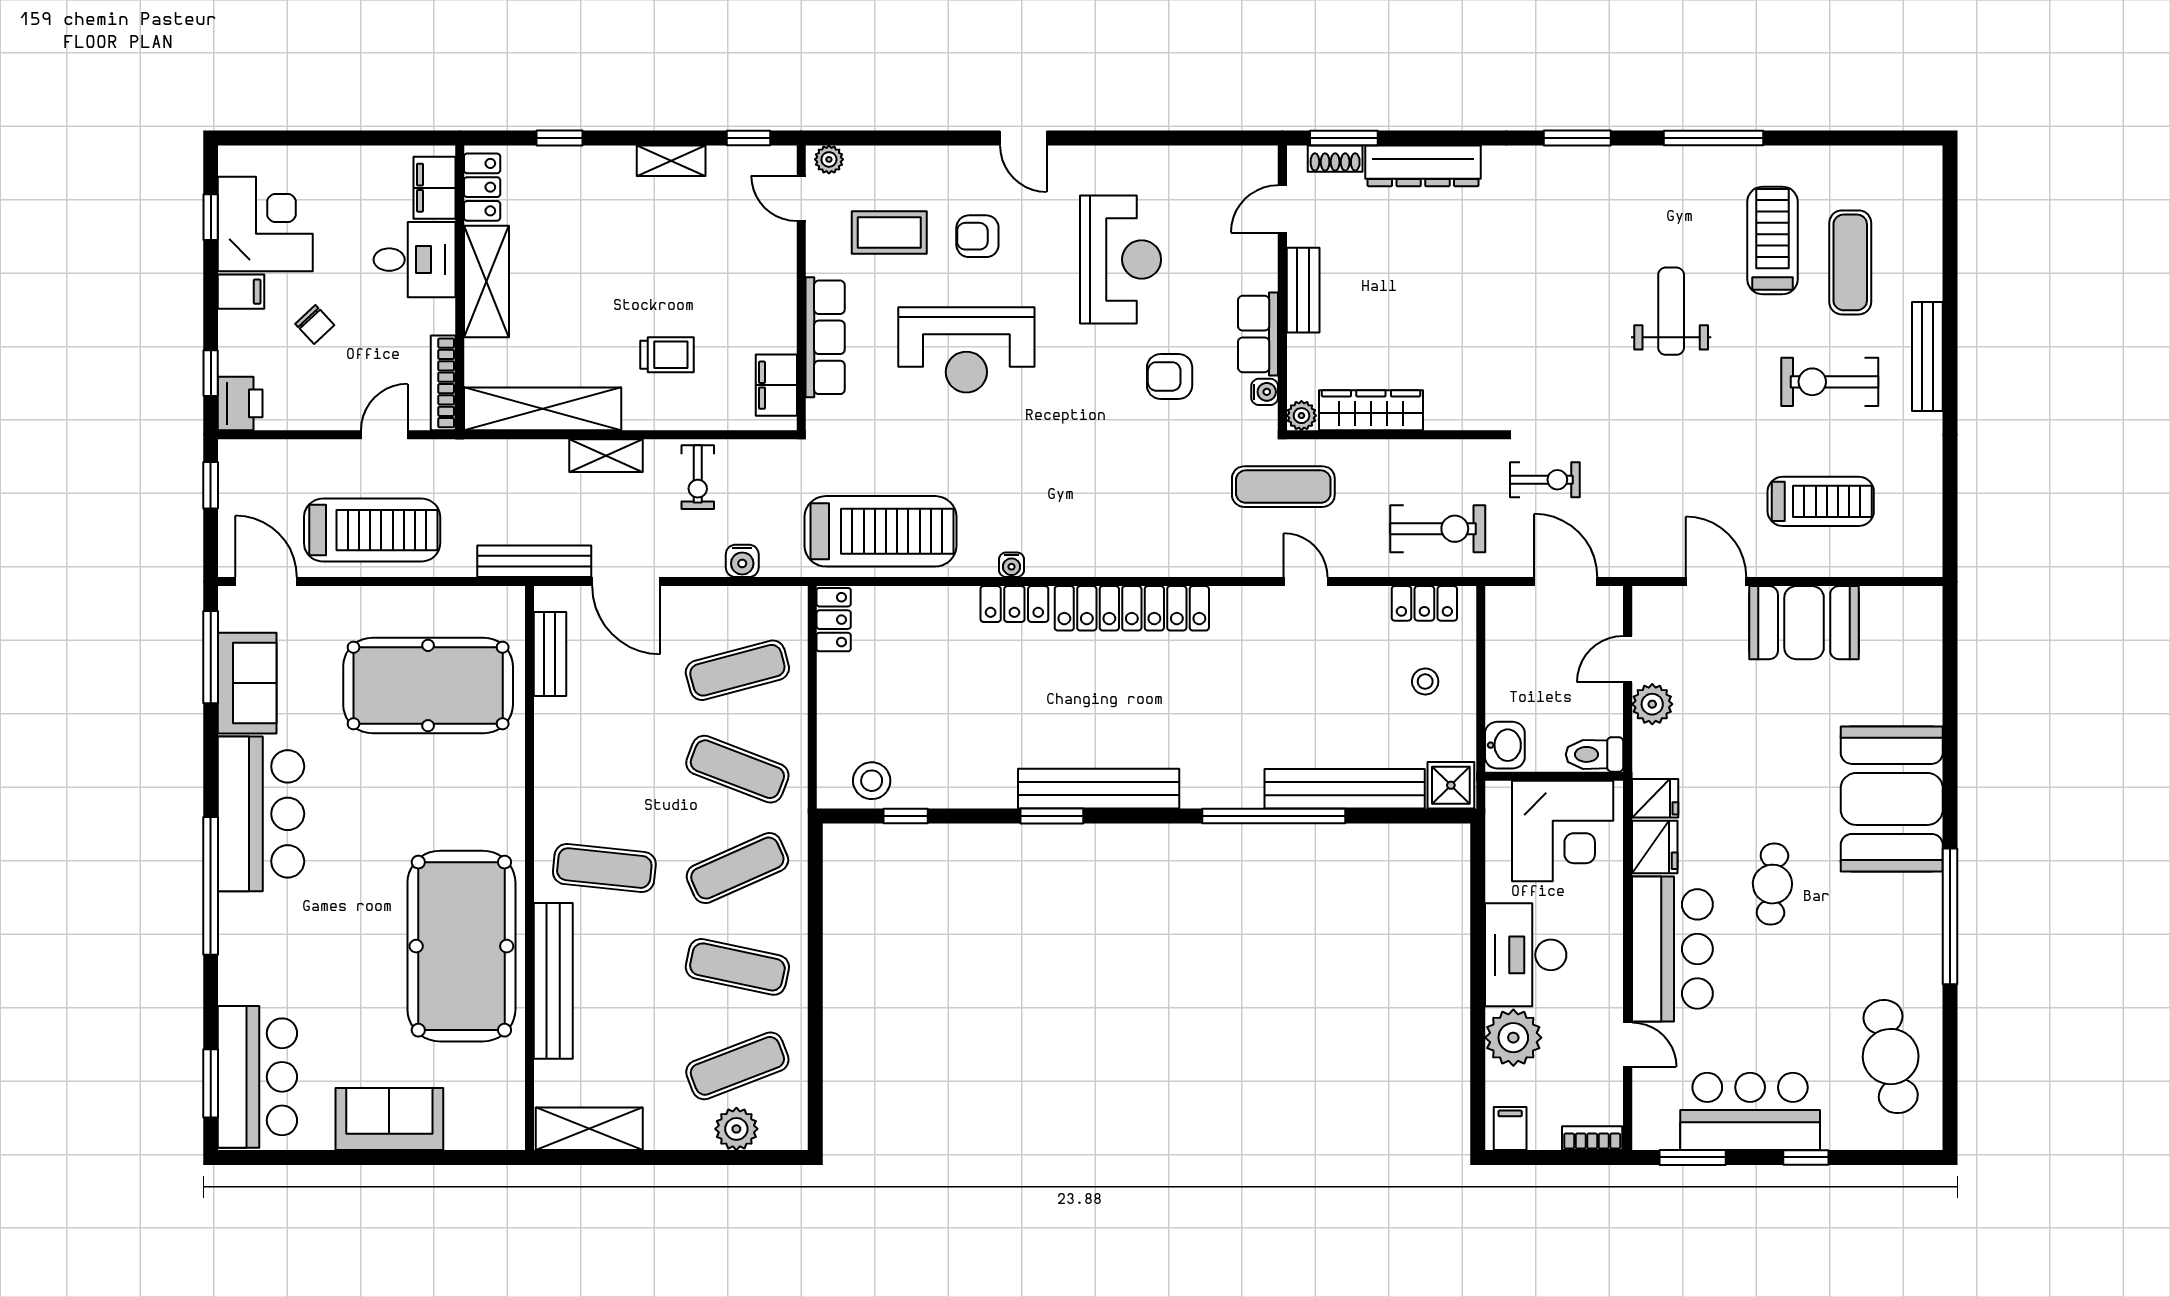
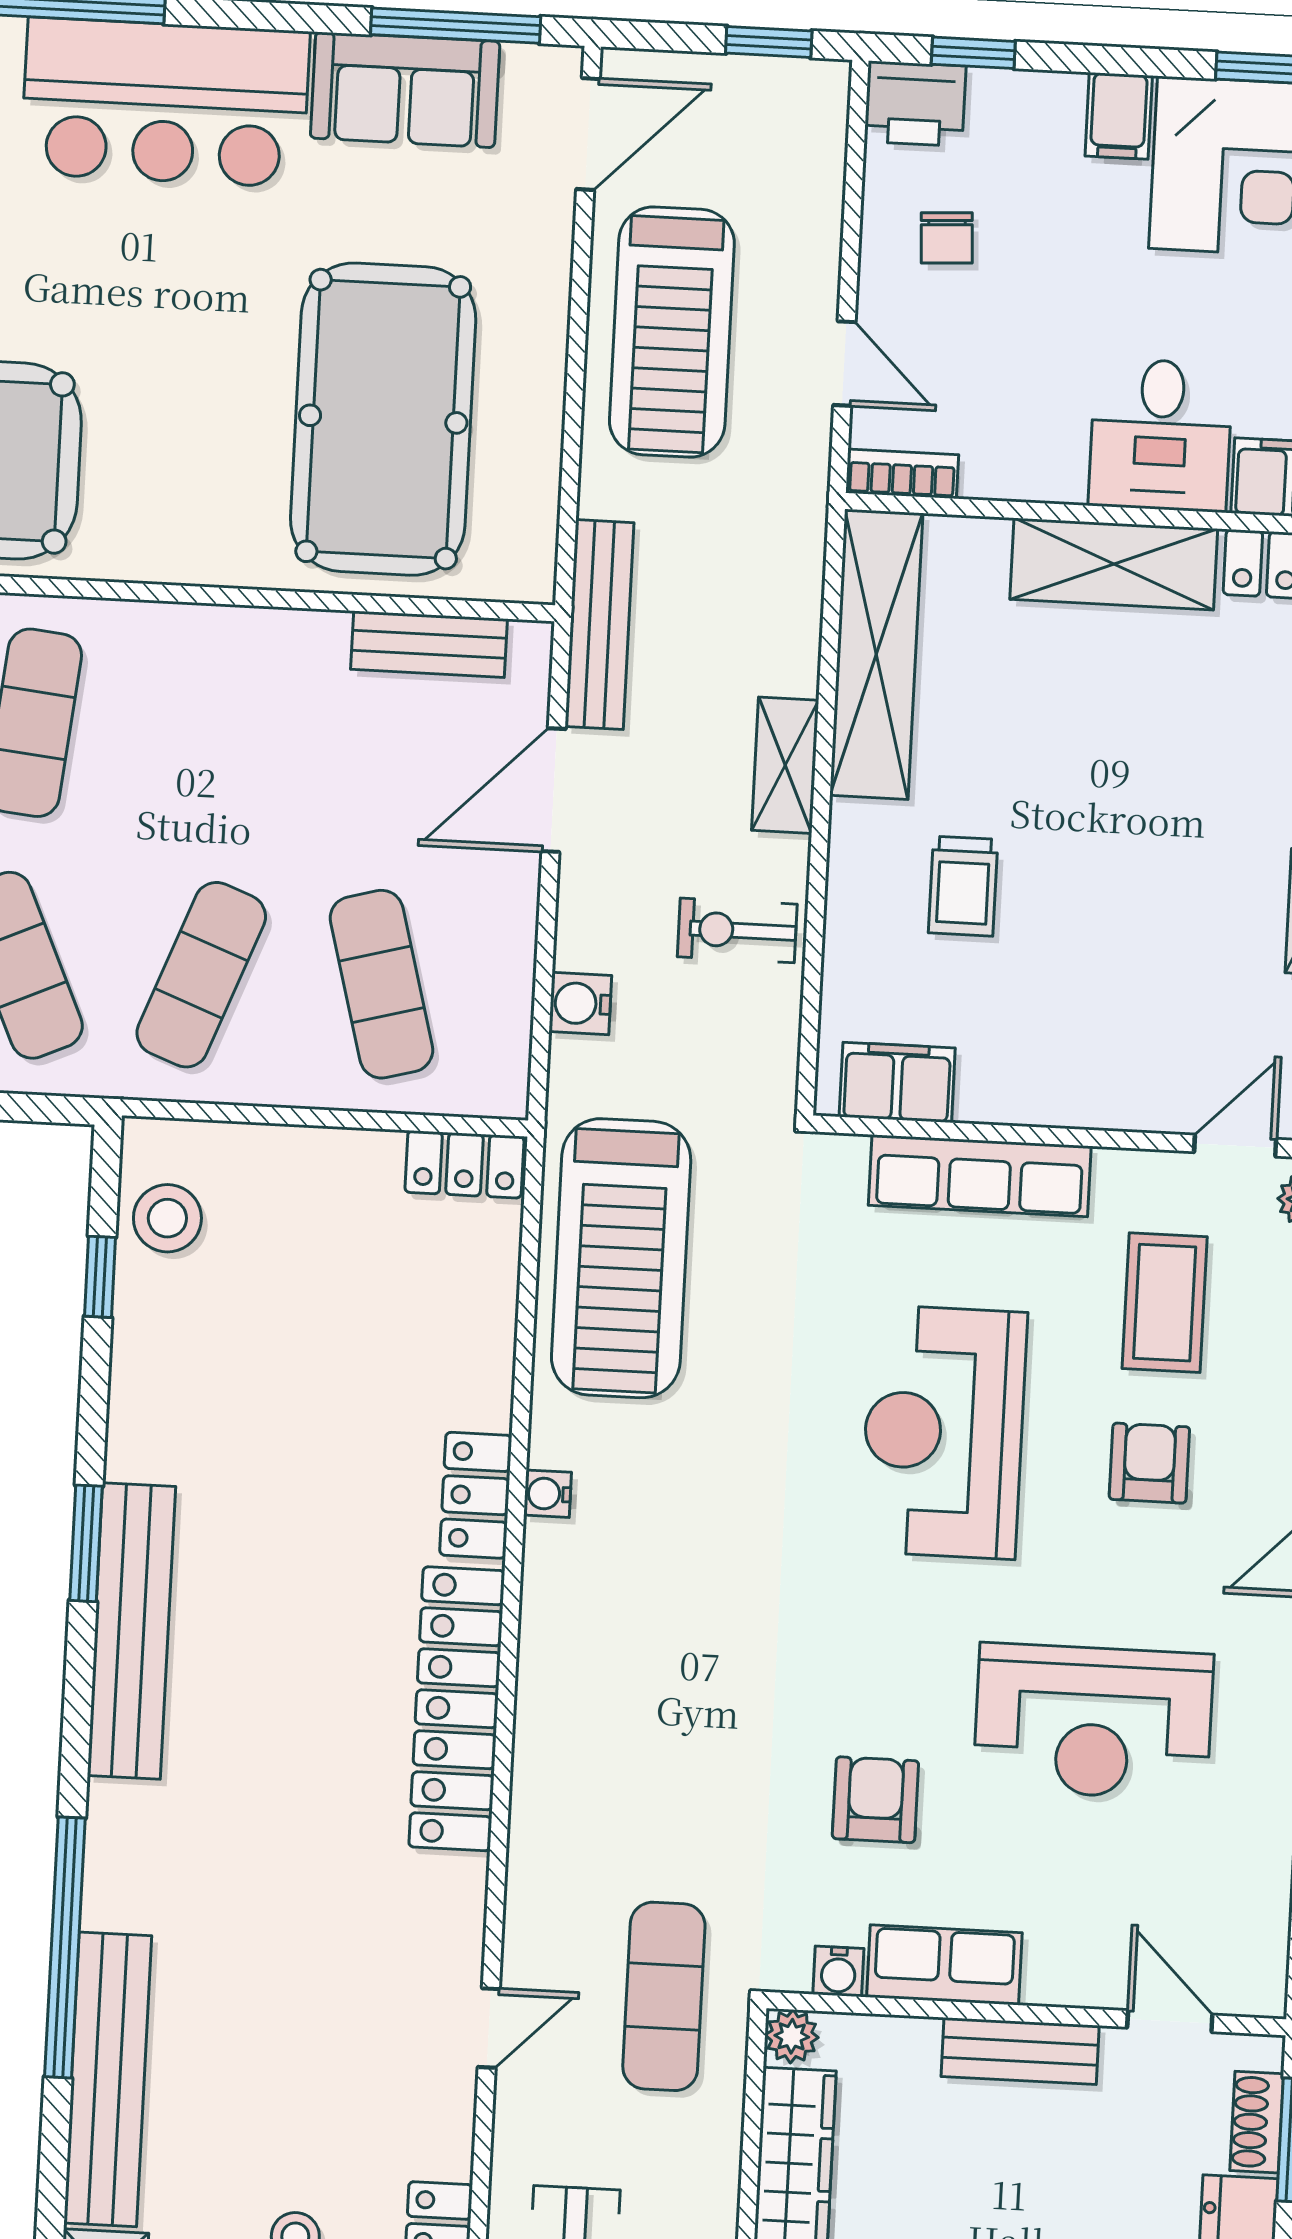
chair: (315, 324) -> (947, 238), moved, turned -50
bookcase: (443, 383) -> (902, 474), width x0.64

